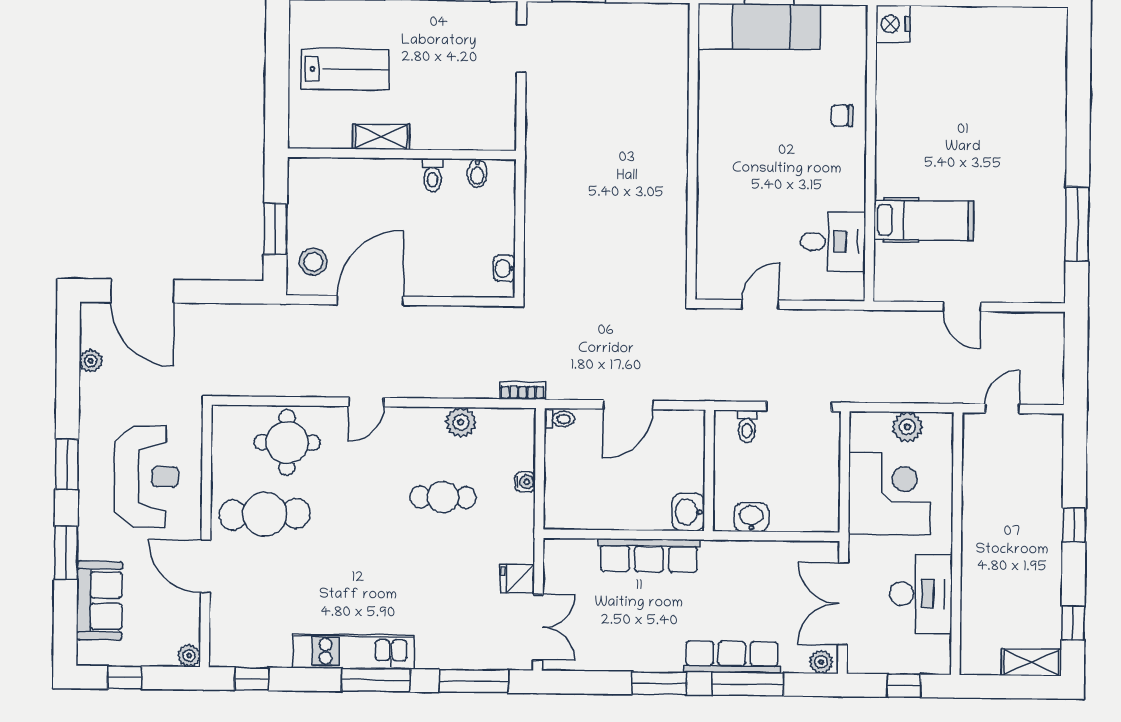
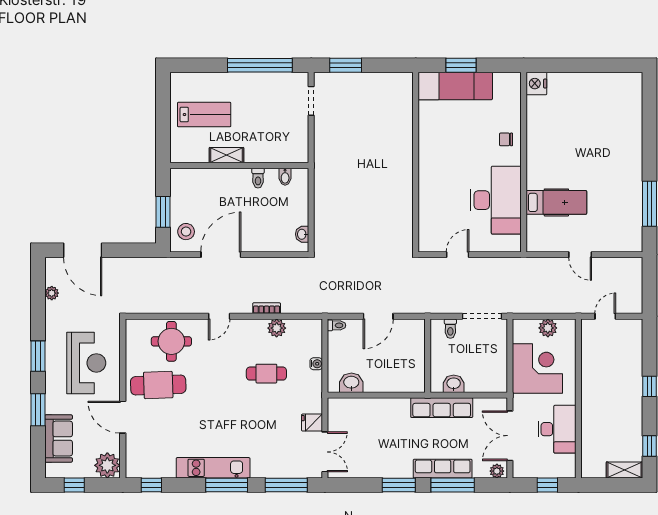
desk: (833, 242) -> (496, 200), width x1.87, depth x1.30
bookcase: (523, 390) -> (267, 308), moved
washbasin: (688, 512) -> (351, 383), moved, turned 90
row of seats: (649, 556) -> (442, 408), moved
plant: (189, 656) -> (107, 465), width x1.87, depth x1.87

